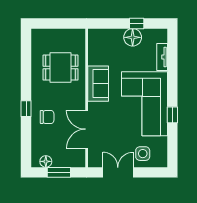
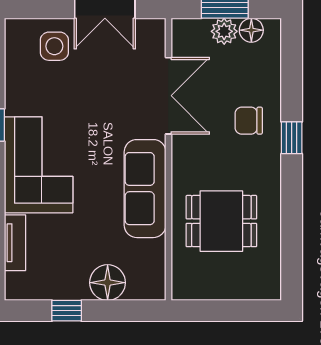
floor lamp: (133, 37) -> (108, 283), moved
sofa: (98, 84) -> (145, 189), width x1.36
corner sofa: (144, 104) -> (39, 165), width x0.73, depth x0.74
plant: (59, 161) -> (224, 31), added

